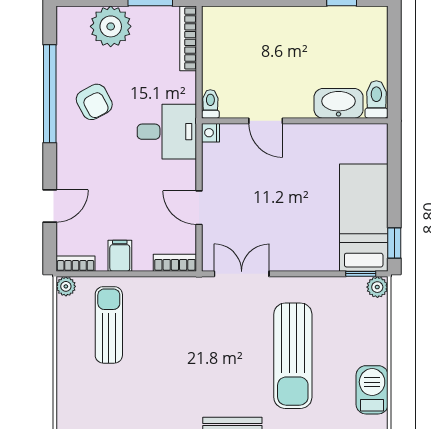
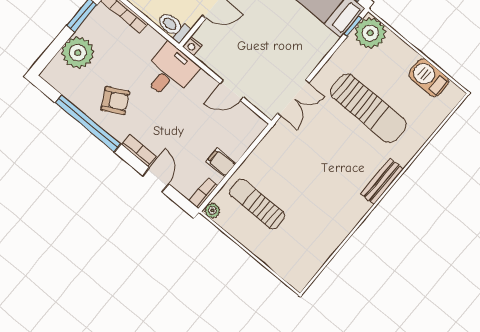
toilet: (210, 104) -> (173, 27), width x1.37, depth x1.39
bookcase: (175, 263) -> (139, 150), moved, turned 90
double door: (242, 274) -> (293, 98), swing flipped
plant: (377, 287) -> (370, 33), width x1.88, depth x1.88

